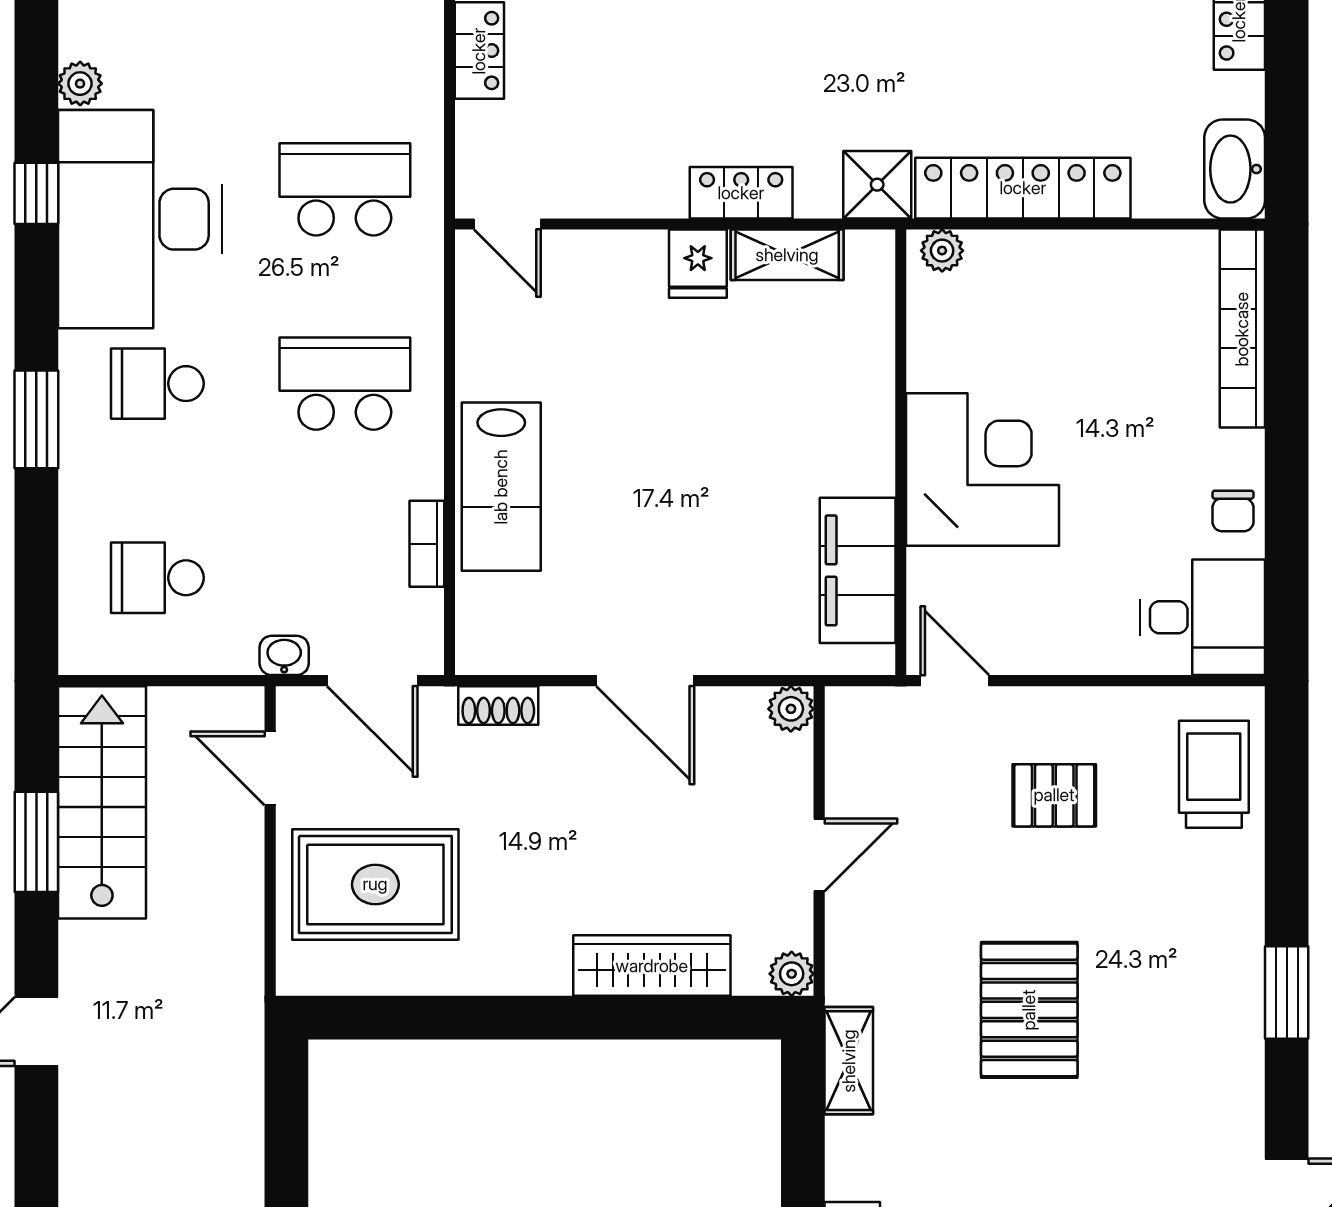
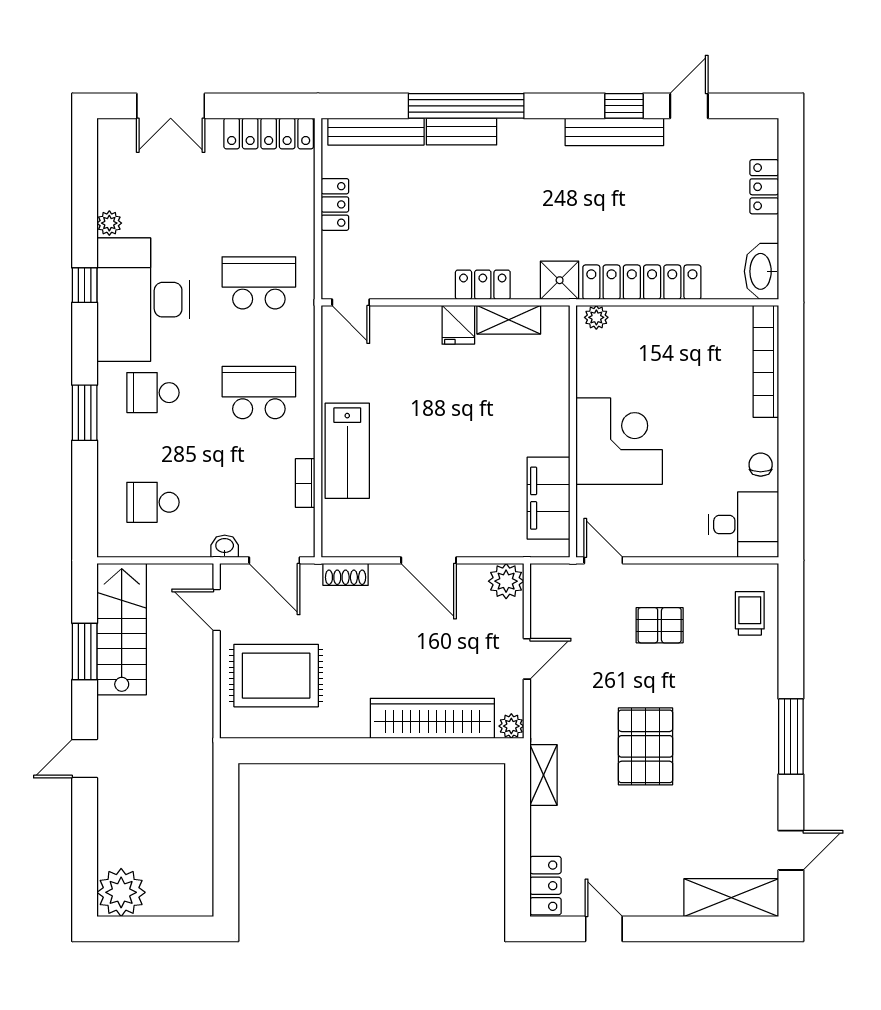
chair: (1233, 511) -> (761, 465), turned 180
plant: (791, 709) -> (506, 581), width x1.38, depth x1.38
trolley: (1214, 774) -> (750, 613), width x0.73, depth x0.72
wardrobe: (652, 966) -> (432, 718), width x1.40, depth x1.17
window: (1287, 992) -> (791, 737), width x1.44

